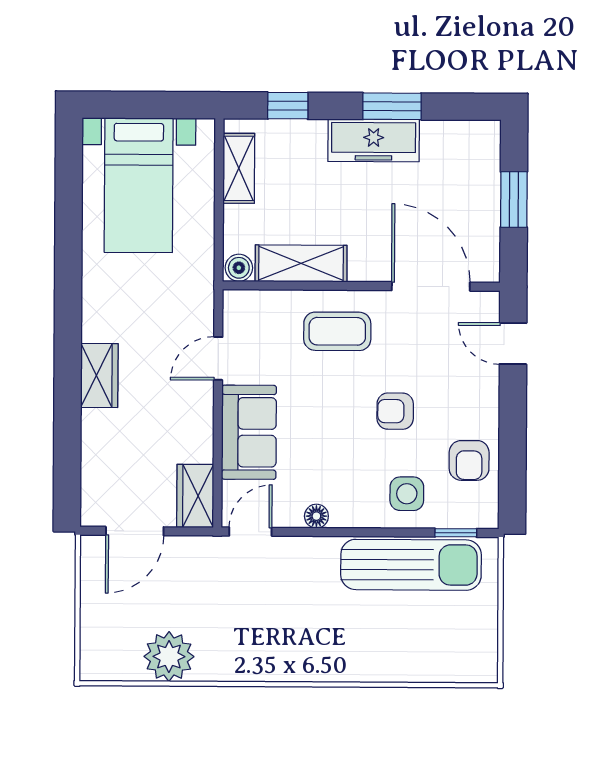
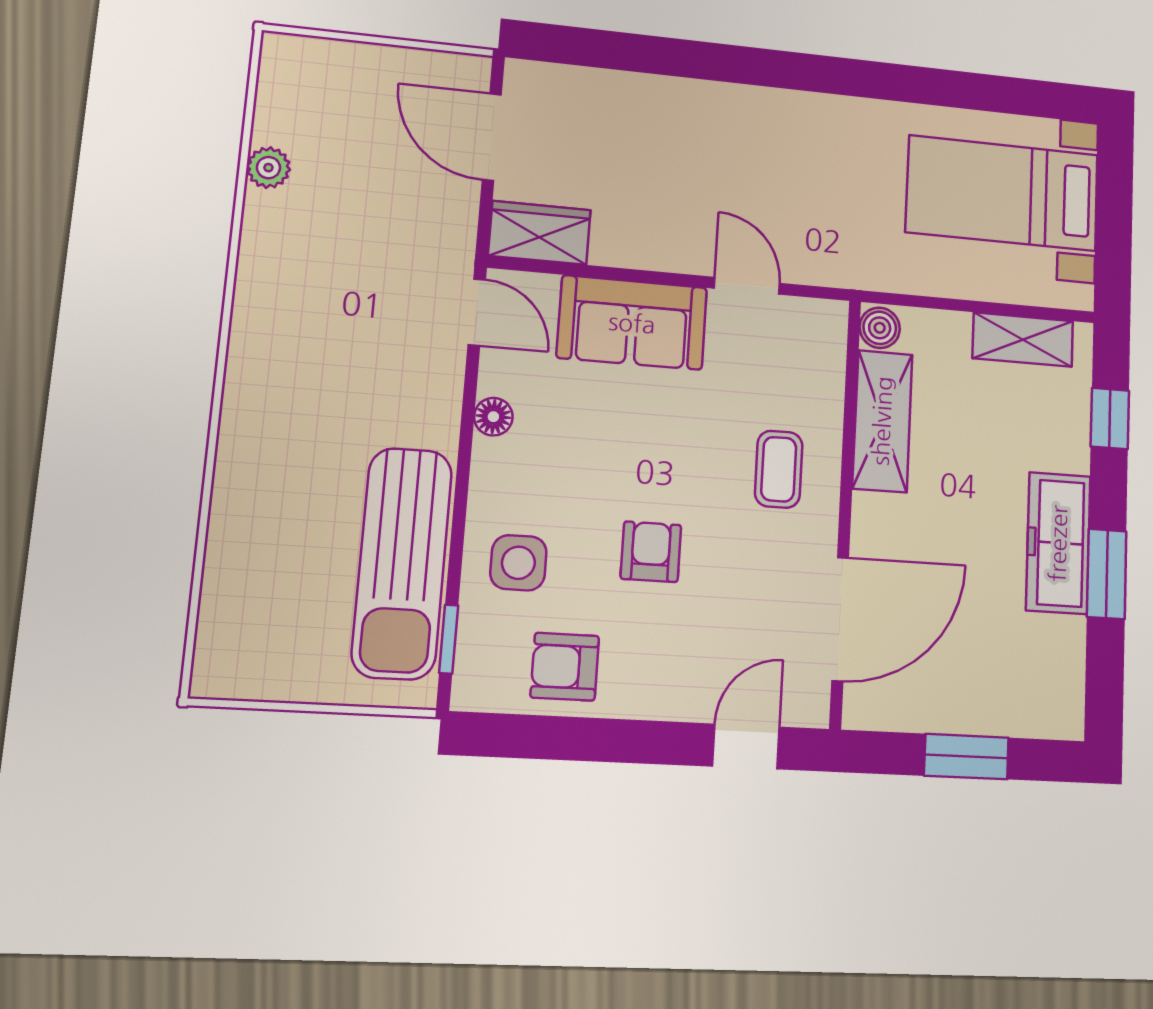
coffee table: (337, 331) -> (779, 469), width x0.73, depth x0.77
wardrobe: (99, 375) -> (731, 109), removed
plant: (169, 656) -> (268, 168), width x0.53, depth x0.53

